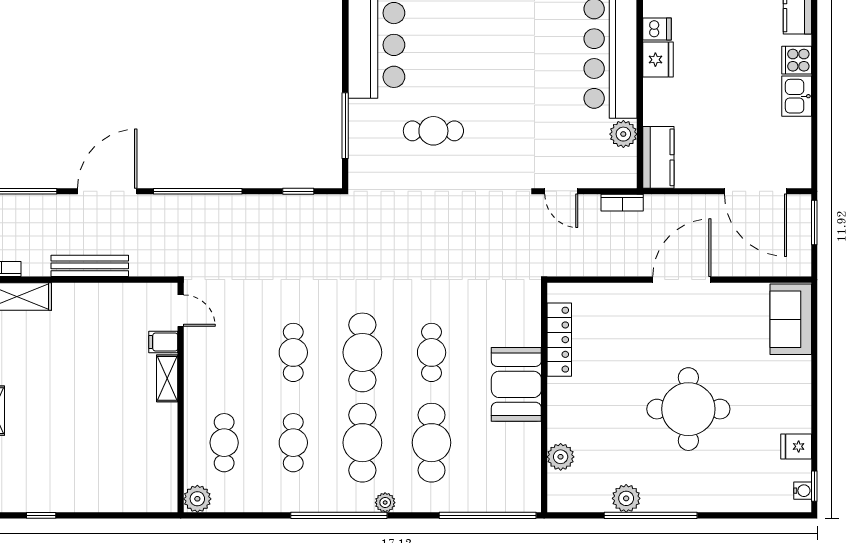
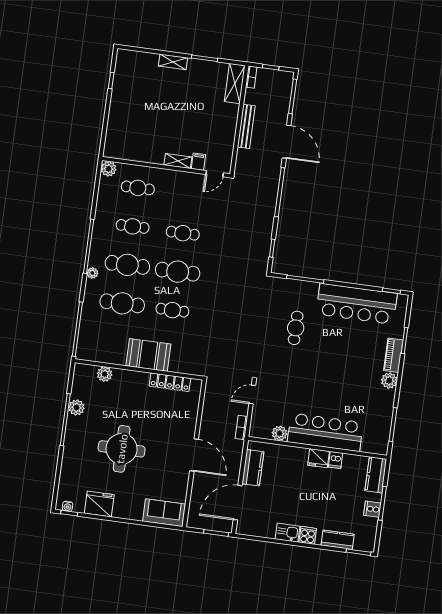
kitchen counter: (658, 157) -> (253, 468), moved, turned -90
fridge: (796, 446) -> (99, 504), width x1.88, depth x1.34

